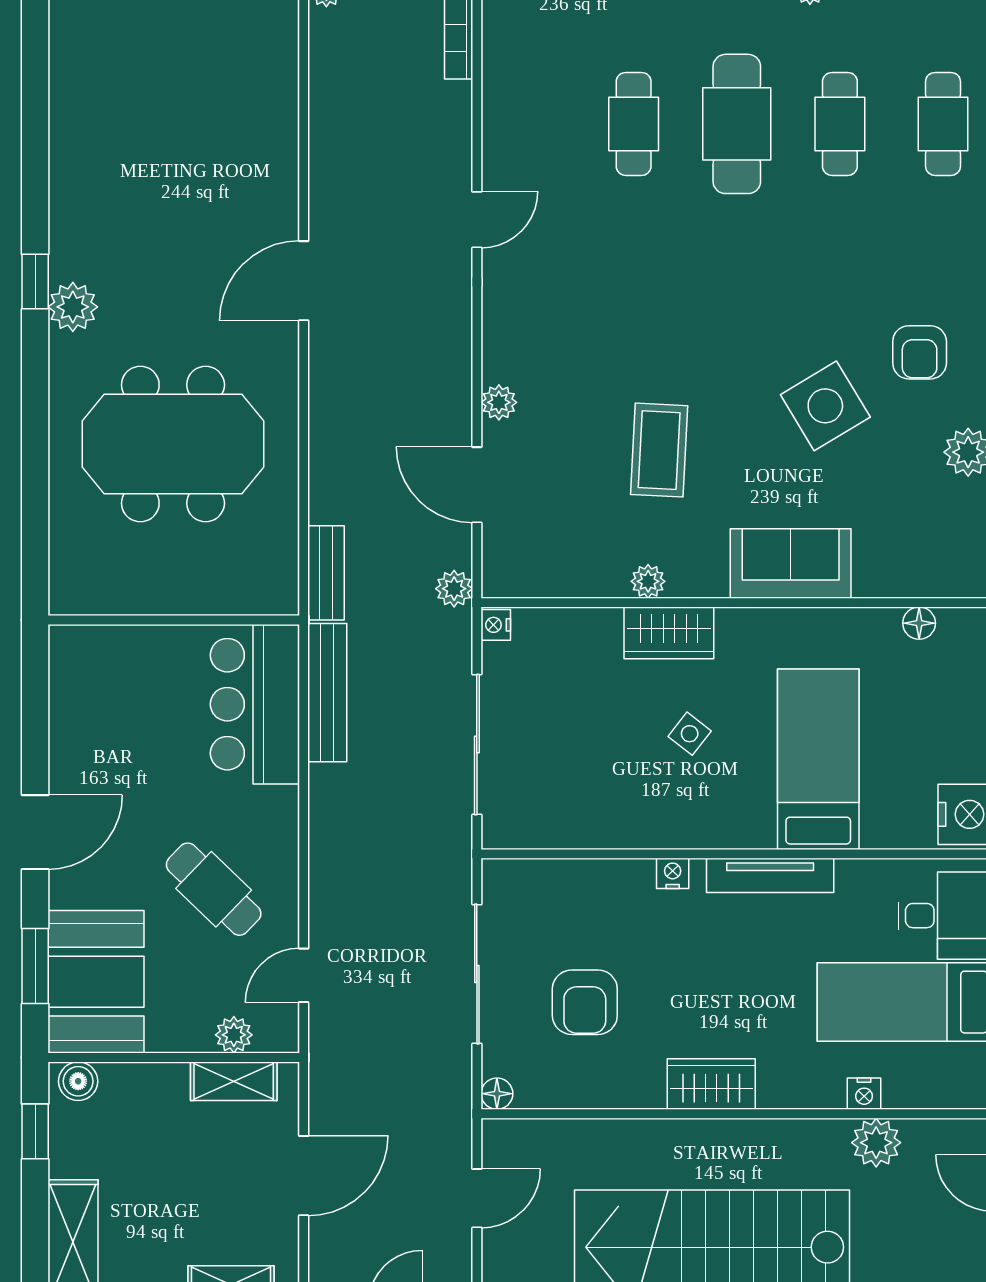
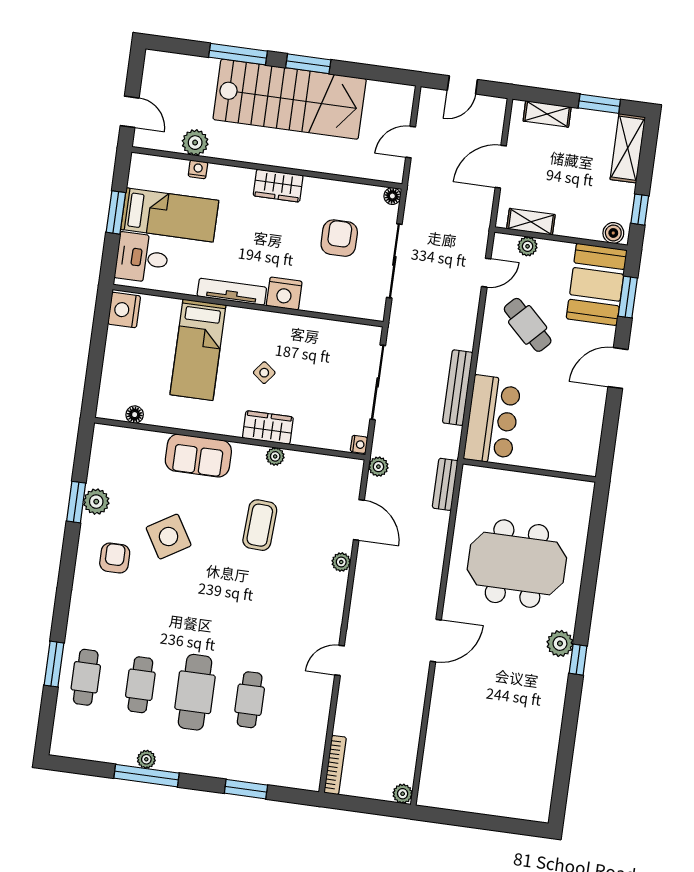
bench: (327, 693) -> (458, 388), moved
nightstand: (673, 873) -> (284, 294), width x1.89, depth x1.79

